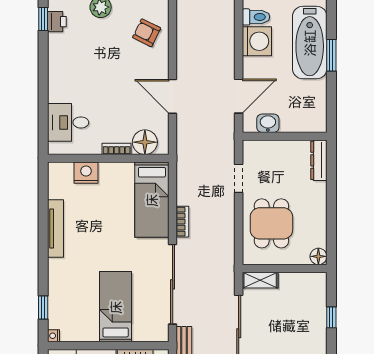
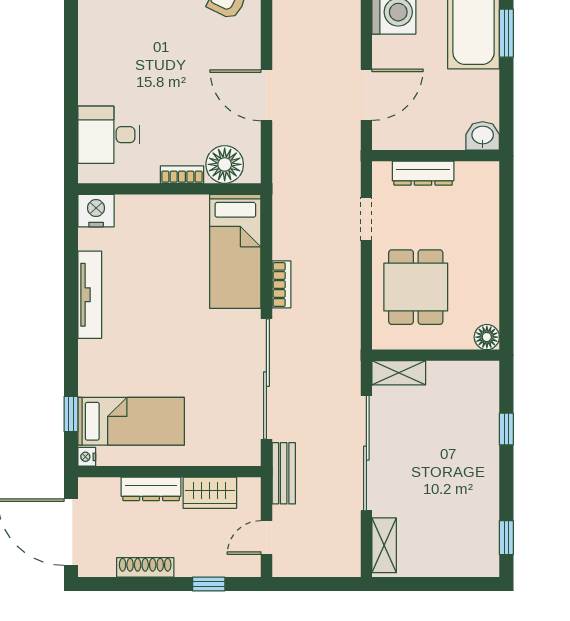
washbasin: (268, 123) -> (483, 136), moved
dresser: (319, 160) -> (423, 173), moved, turned -90
nightstand: (86, 173) -> (96, 211), moved
bed: (116, 307) -> (131, 421), moved, turned 90

